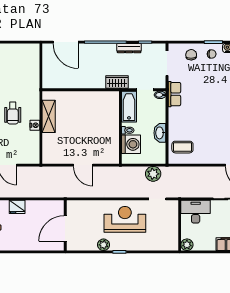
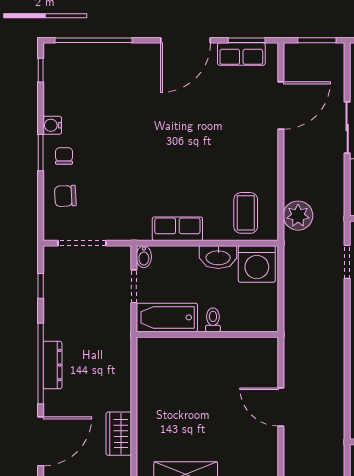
dresser: (129, 48) -> (52, 365), moved
wardrobe: (117, 82) -> (119, 434), moved
row of seats: (174, 94) -> (177, 229), moved
washing machine: (131, 144) -> (257, 264), moved, turned 180
door: (83, 165) -> (281, 407), swing flipped
plant: (153, 174) -> (298, 216), moved

